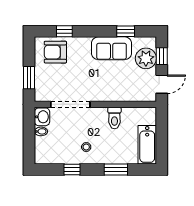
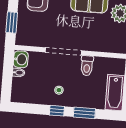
doorway: (70, 104) -> (63, 51), moved
window: (72, 169) -> (57, 111), moved

